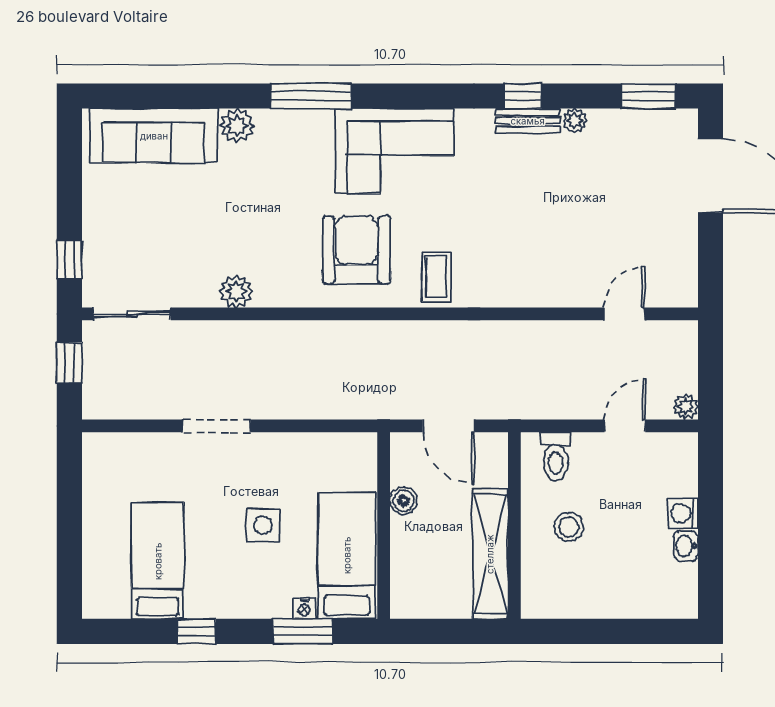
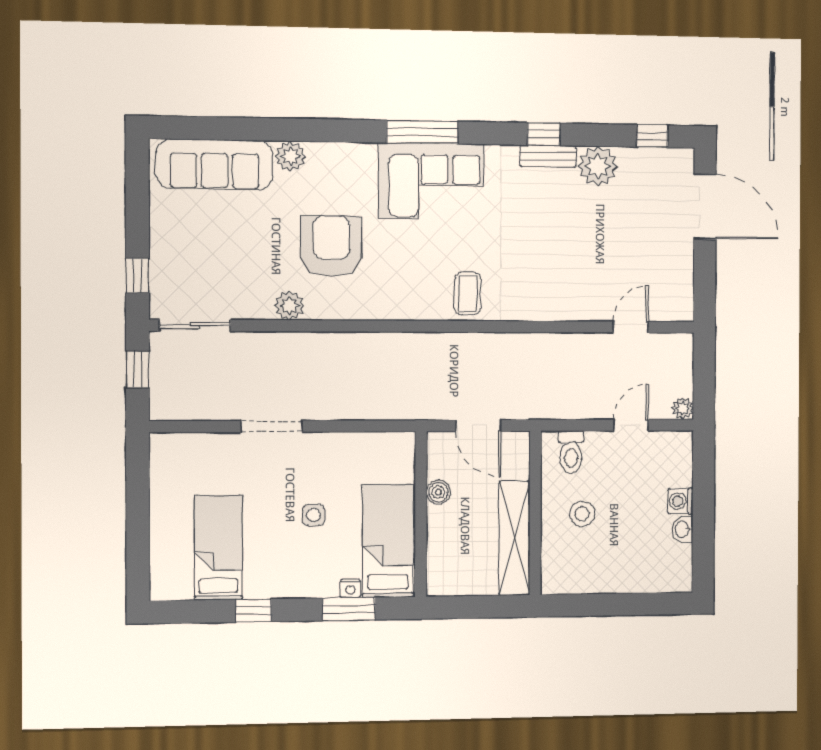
window: (311, 96) -> (422, 132), moved
window: (649, 96) -> (652, 136), width x0.67
plant: (575, 121) -> (598, 166), width x1.88, depth x1.88
armchair: (356, 250) -> (331, 246), moved
side table: (263, 525) -> (314, 515), width x0.73, depth x0.73

